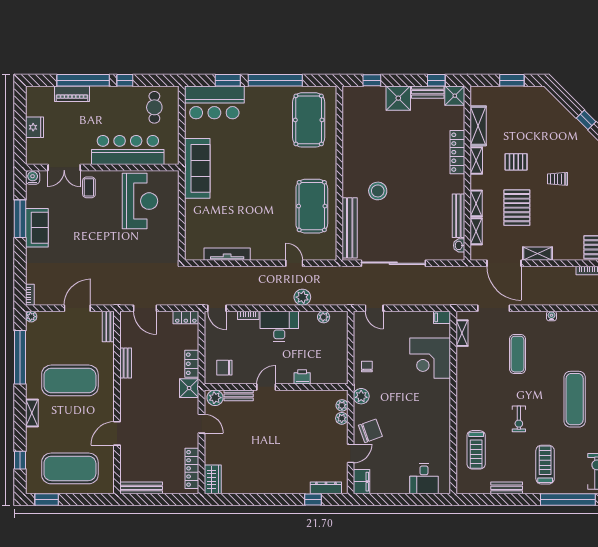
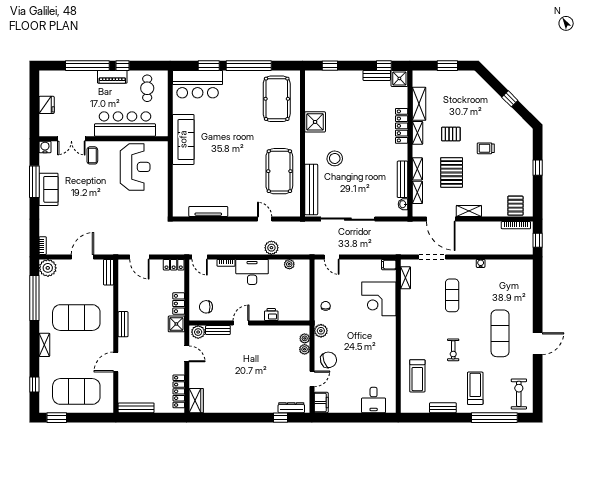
piano: (72, 94) -> (112, 77), moved
shower: (398, 98) -> (315, 122), moved
plant: (31, 317) -> (48, 268), width x1.87, depth x1.87
bench: (126, 363) -> (123, 324), moved

